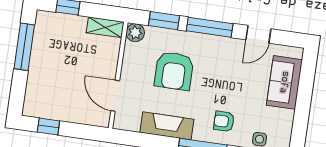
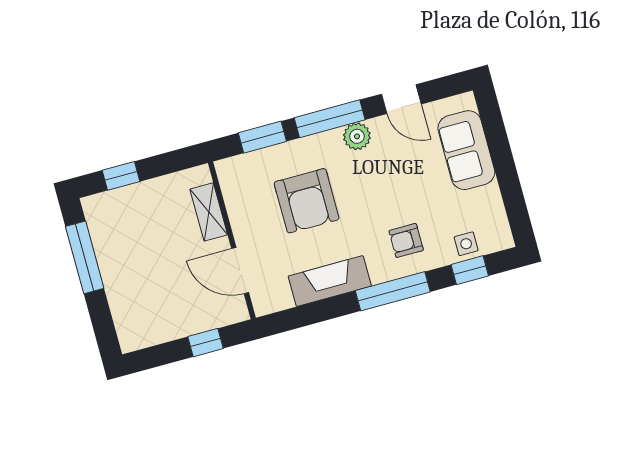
shelving: (105, 27) -> (209, 212), moved, turned 90
plant: (135, 33) -> (357, 136), moved
door: (258, 34) -> (401, 99), hinge flipped
window: (48, 126) -> (205, 343), moved

